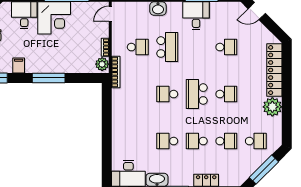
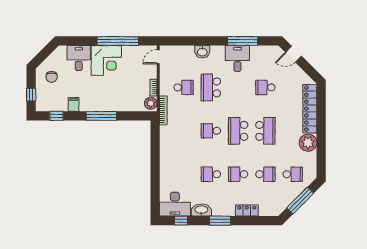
school desk: (167, 47) -> (211, 87), turned 180
school desk: (226, 47) -> (265, 87), turned 180
school desk: (226, 94) -> (265, 131), width x1.85

